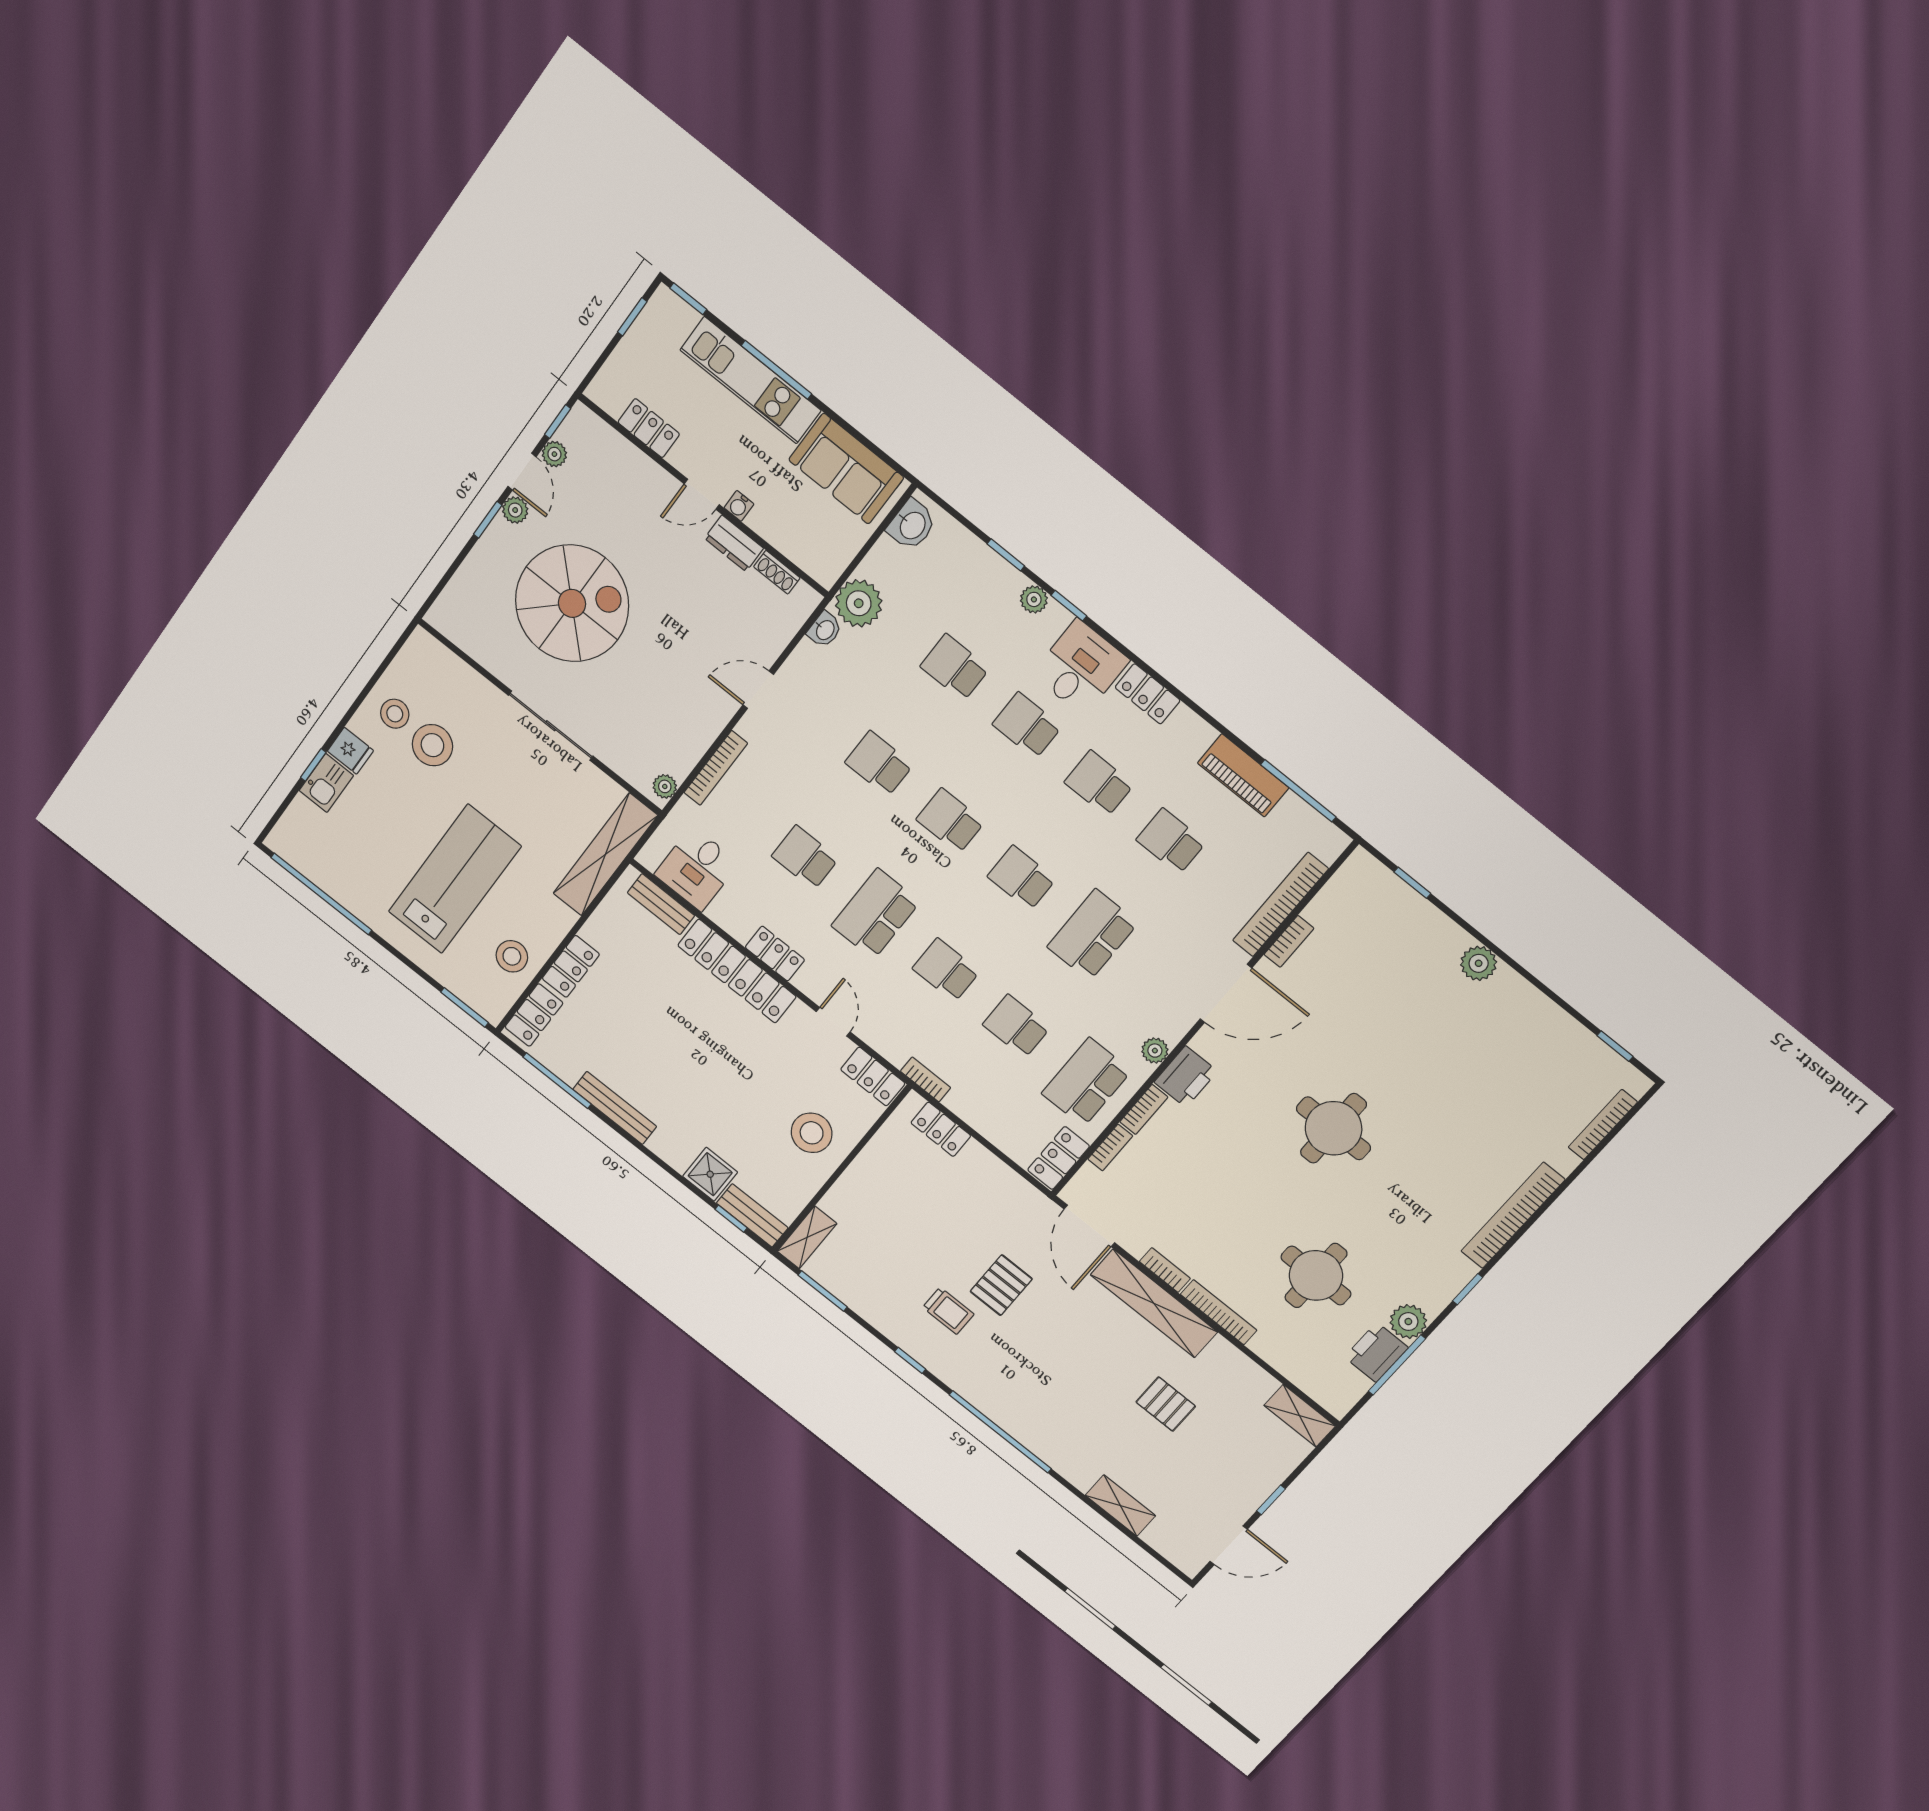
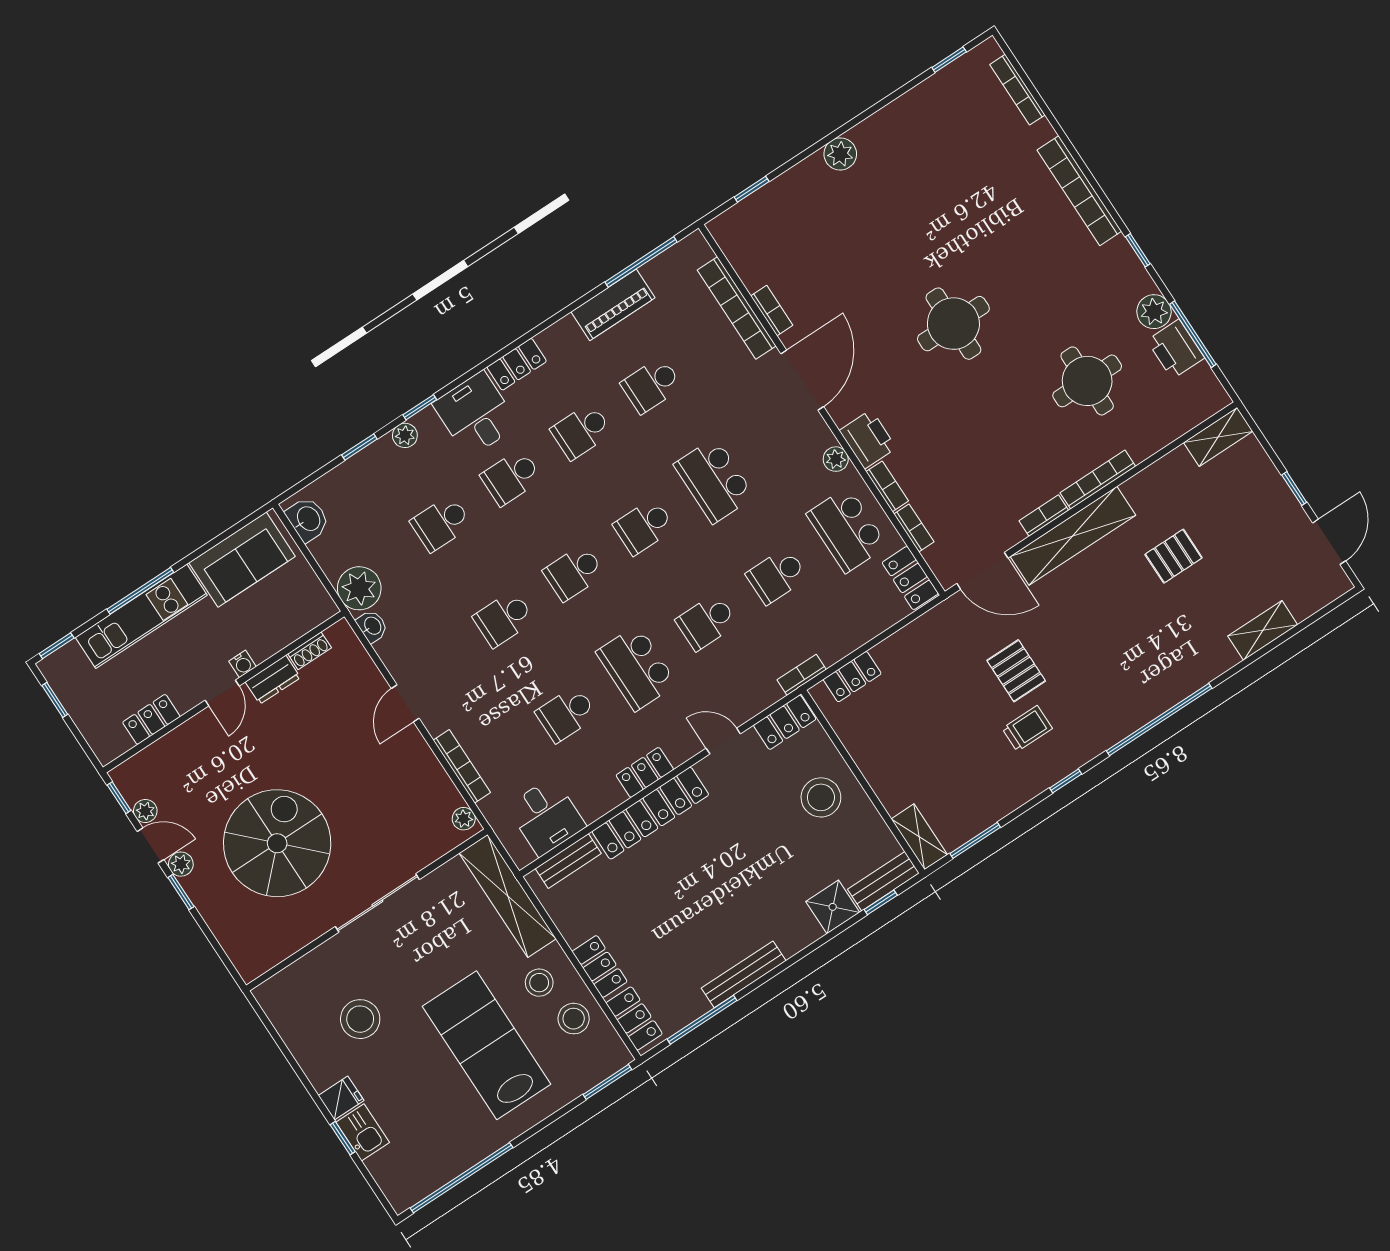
stool: (395, 714) -> (539, 983), moved

